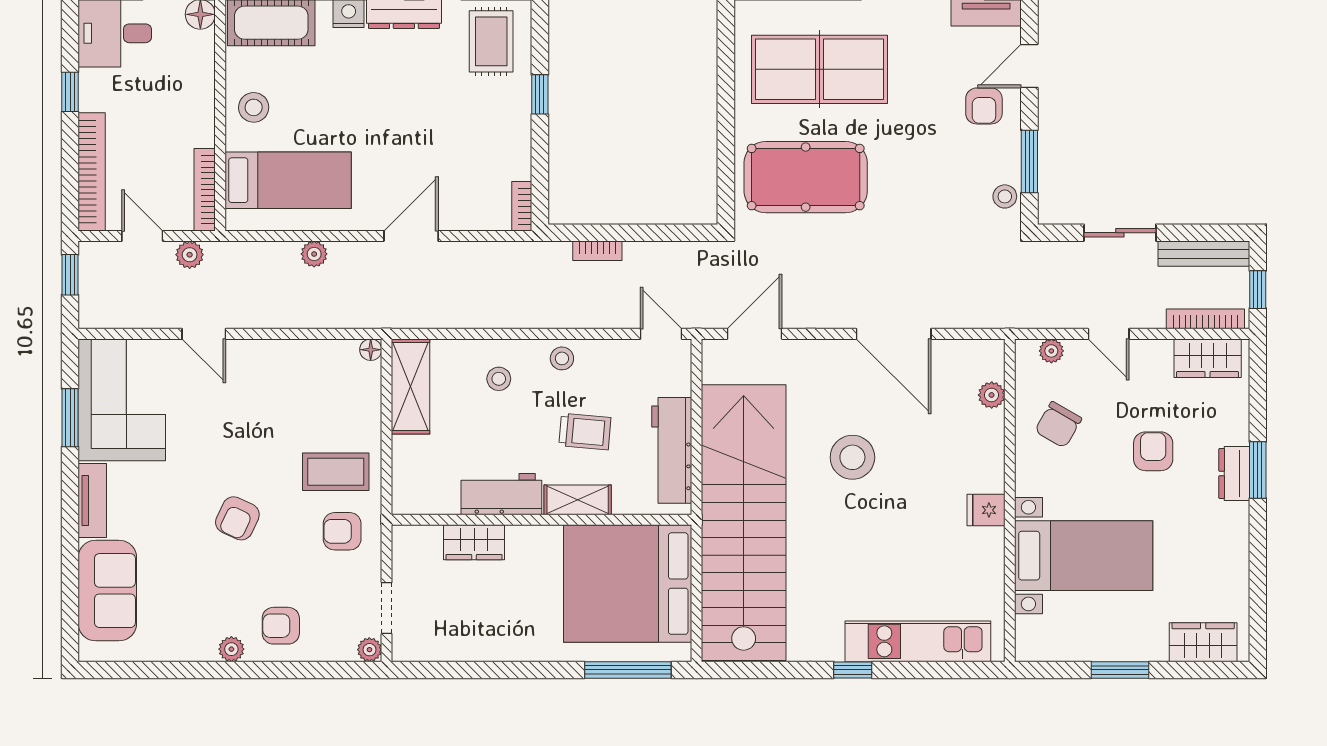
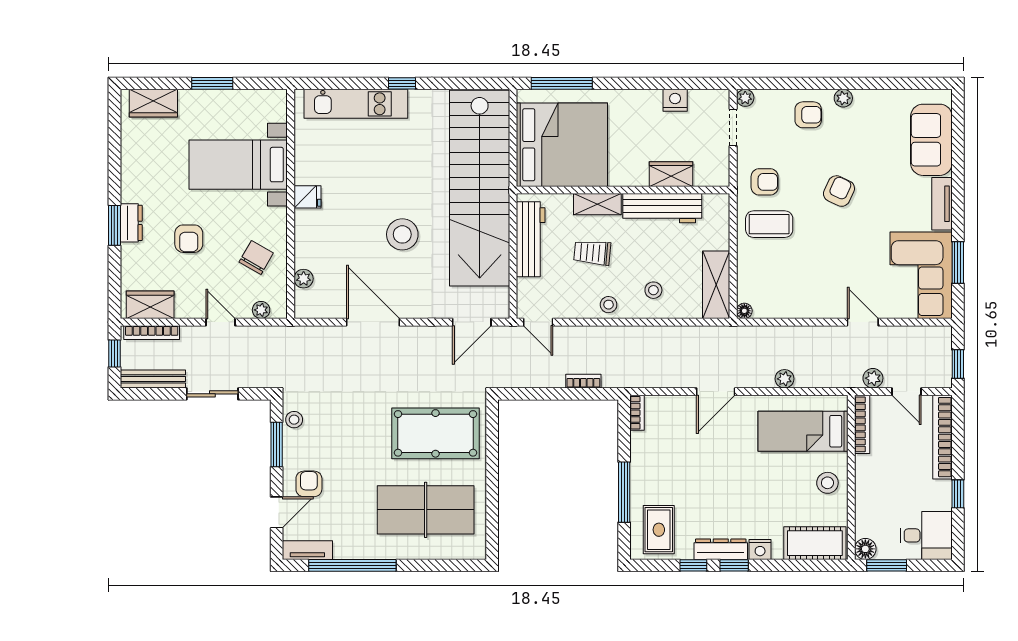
window: (540, 94) -> (624, 492), width x2.17
workbench: (501, 494) -> (662, 208), width x1.37
nightstand: (468, 646) -> (675, 100), added

